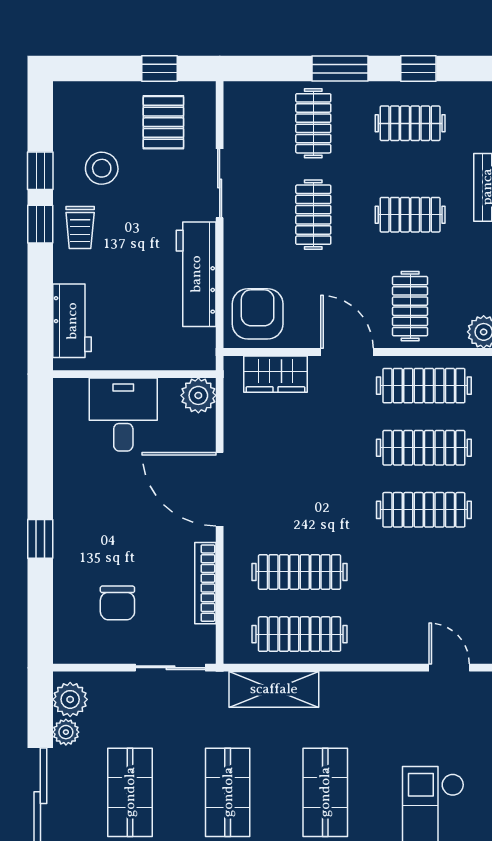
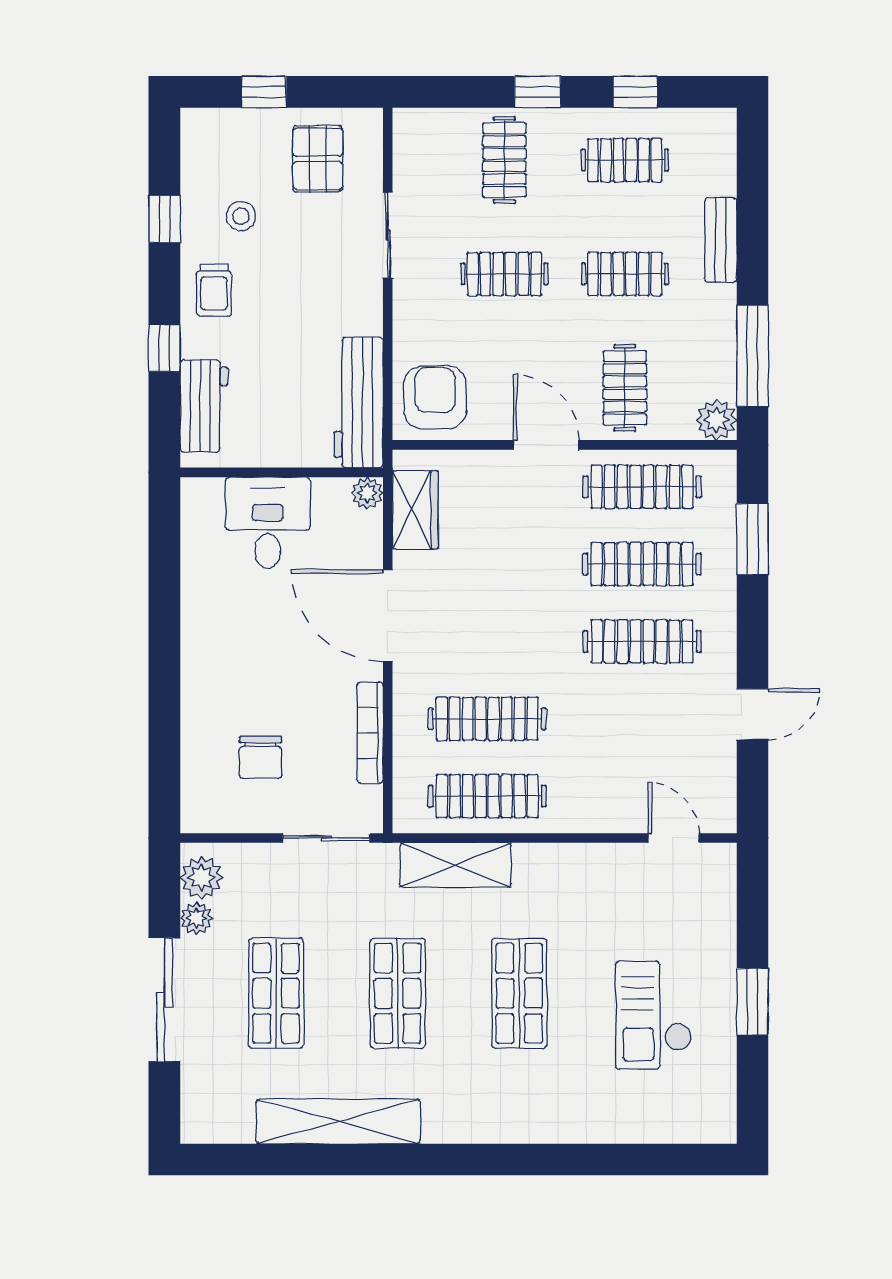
window: (160, 69) -> (264, 92), moved
window: (340, 69) -> (538, 92), width x0.67
stool: (102, 168) -> (241, 216), width x0.73, depth x0.73
clothes rail: (313, 215) -> (504, 274), turned 90
window: (40, 224) -> (164, 348), moved
workbench: (196, 274) -> (358, 402), moved
wardrobe: (275, 374) -> (415, 510), moved, turned -90
plant: (198, 395) -> (367, 493), width x0.73, depth x0.73
window: (40, 539) -> (164, 678), removed

